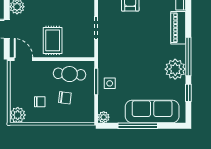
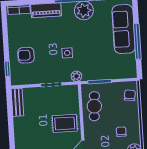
side table: (110, 83) -> (67, 53), moved
chair: (65, 98) -> (130, 95), moved
plant: (104, 117) -> (76, 76), moved

